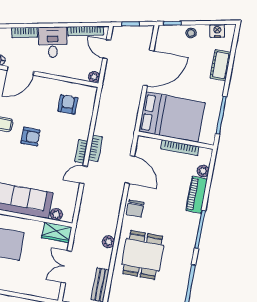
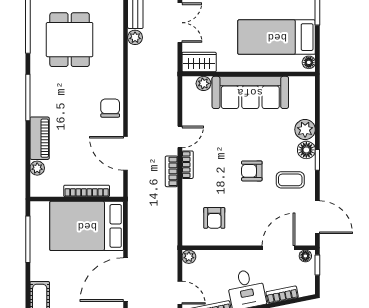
bookcase: (180, 148) -> (87, 191), moved
plant: (108, 242) -> (135, 37), moved
dining table: (143, 255) -> (70, 40), moved

